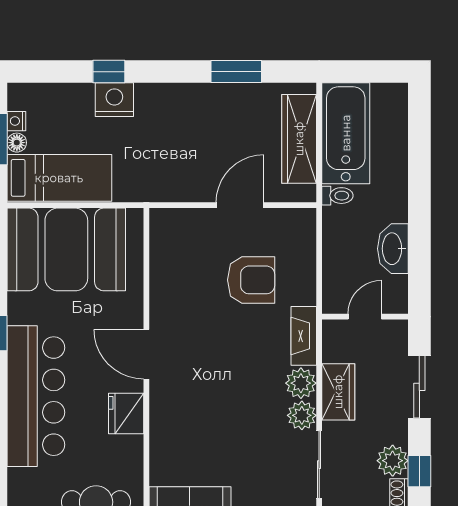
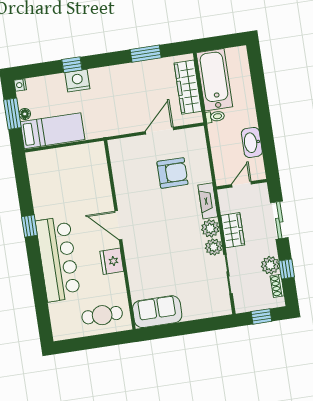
nightstand: (16, 121) -> (20, 85), moved
booth: (66, 249) -> (63, 172), removed

